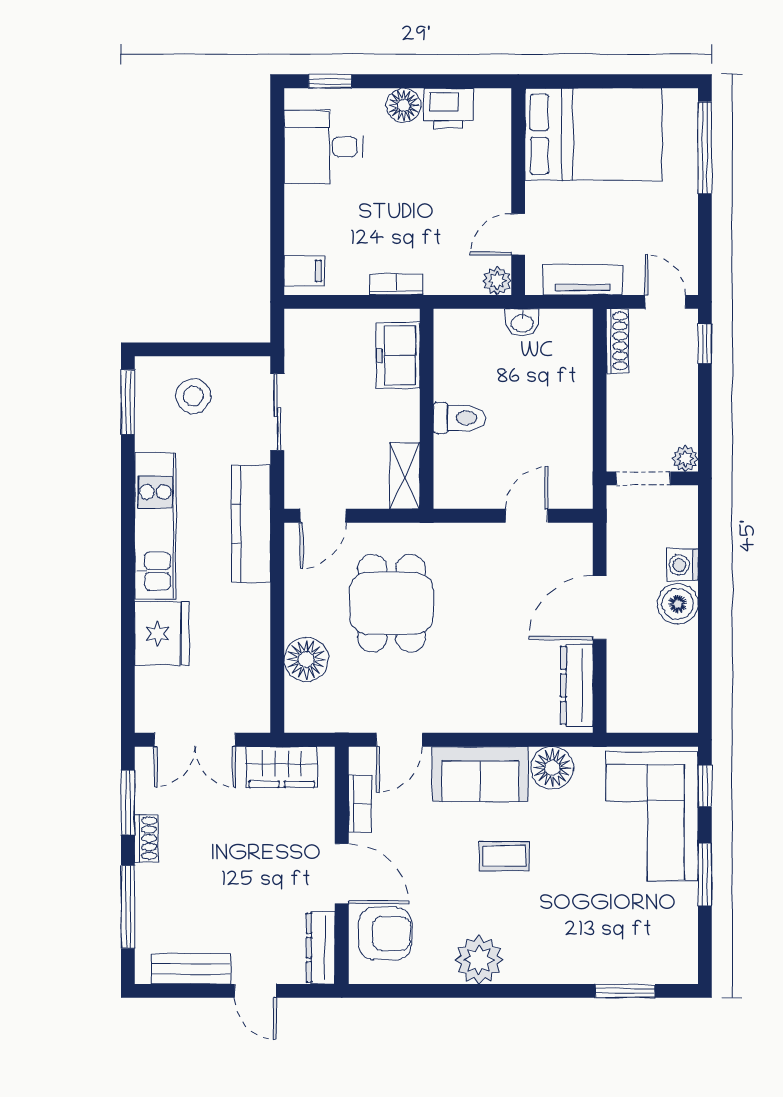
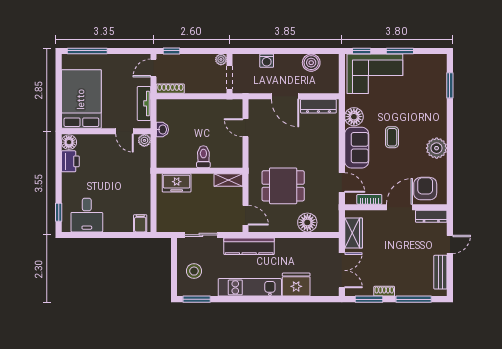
floor lamp: (404, 105) -> (69, 142), moved
bookcase: (396, 284) -> (146, 184), removed
boiler: (678, 604) -> (311, 63), moved

